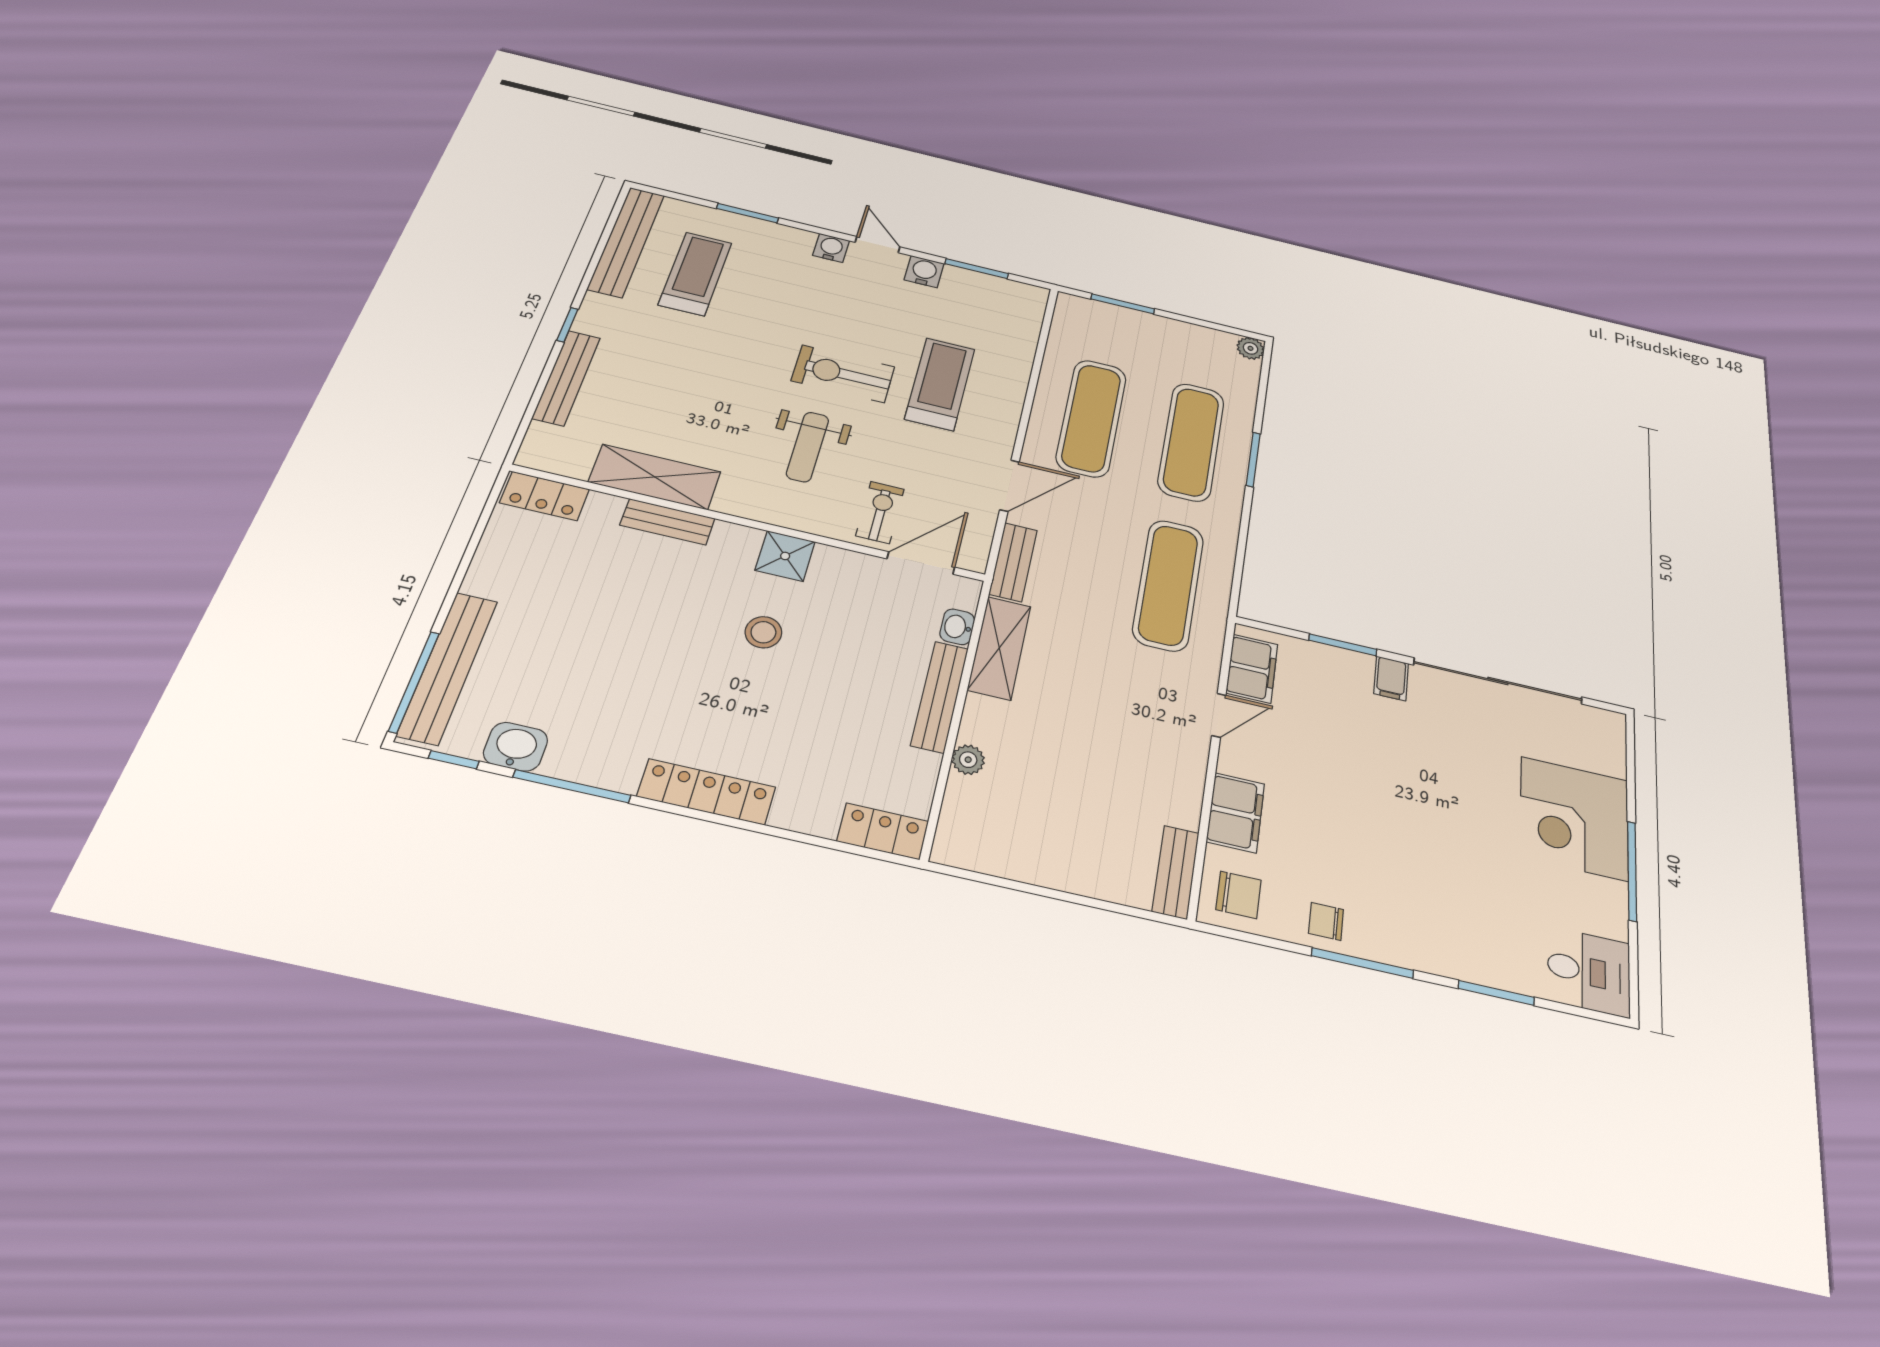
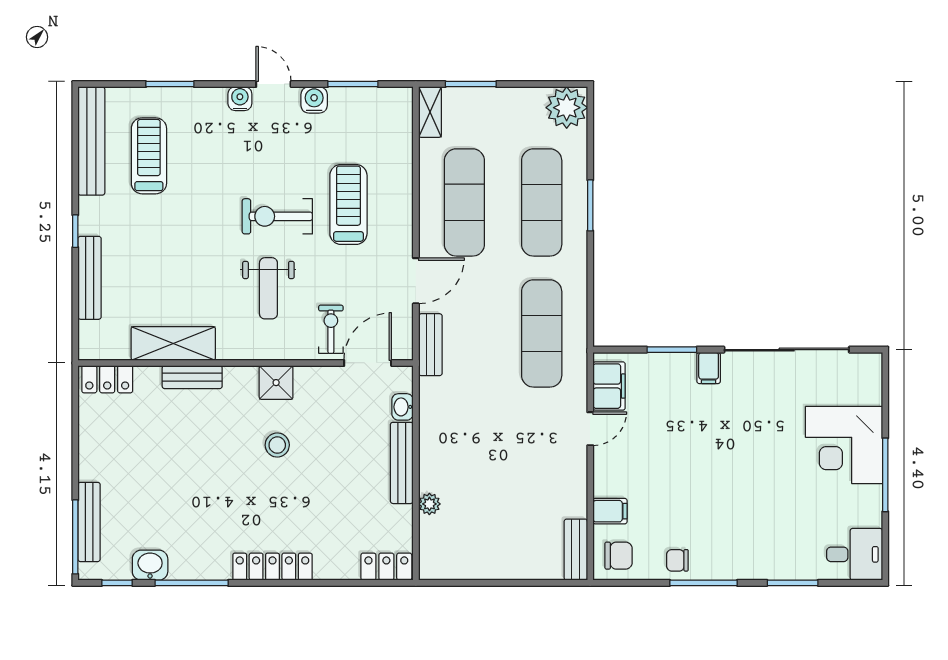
plant: (1251, 348) -> (567, 108), width x1.88, depth x1.88
shelving: (999, 648) -> (430, 112), moved, width x0.67, depth x0.75
bench: (448, 667) -> (89, 522), width x0.73, depth x0.82
filing cabinet: (1236, 813) -> (610, 511), width x0.50

